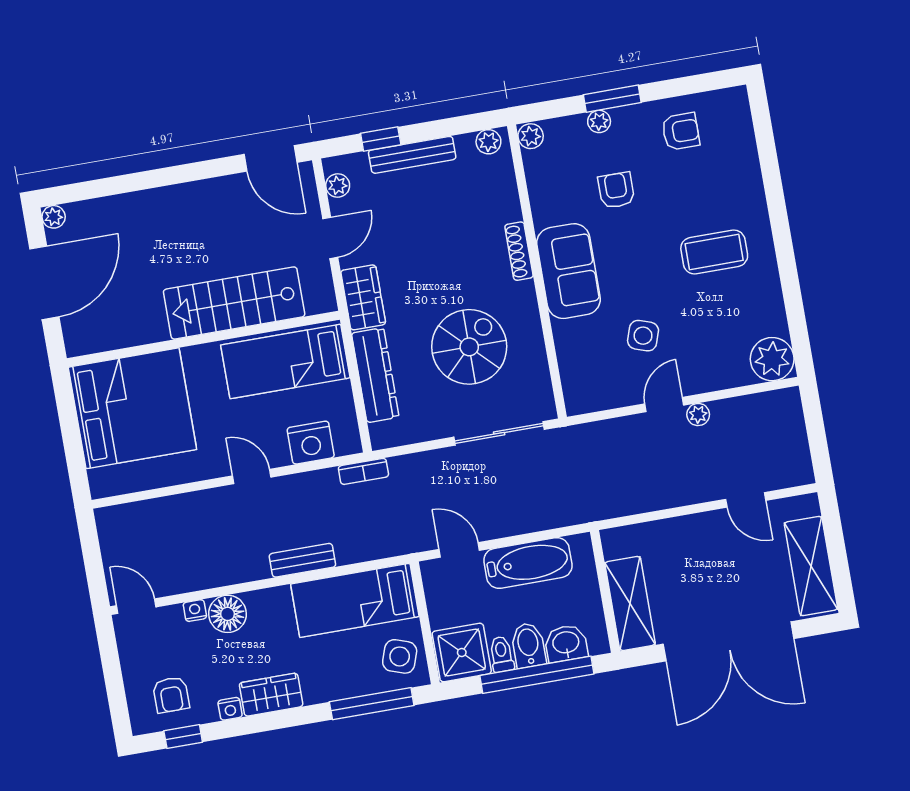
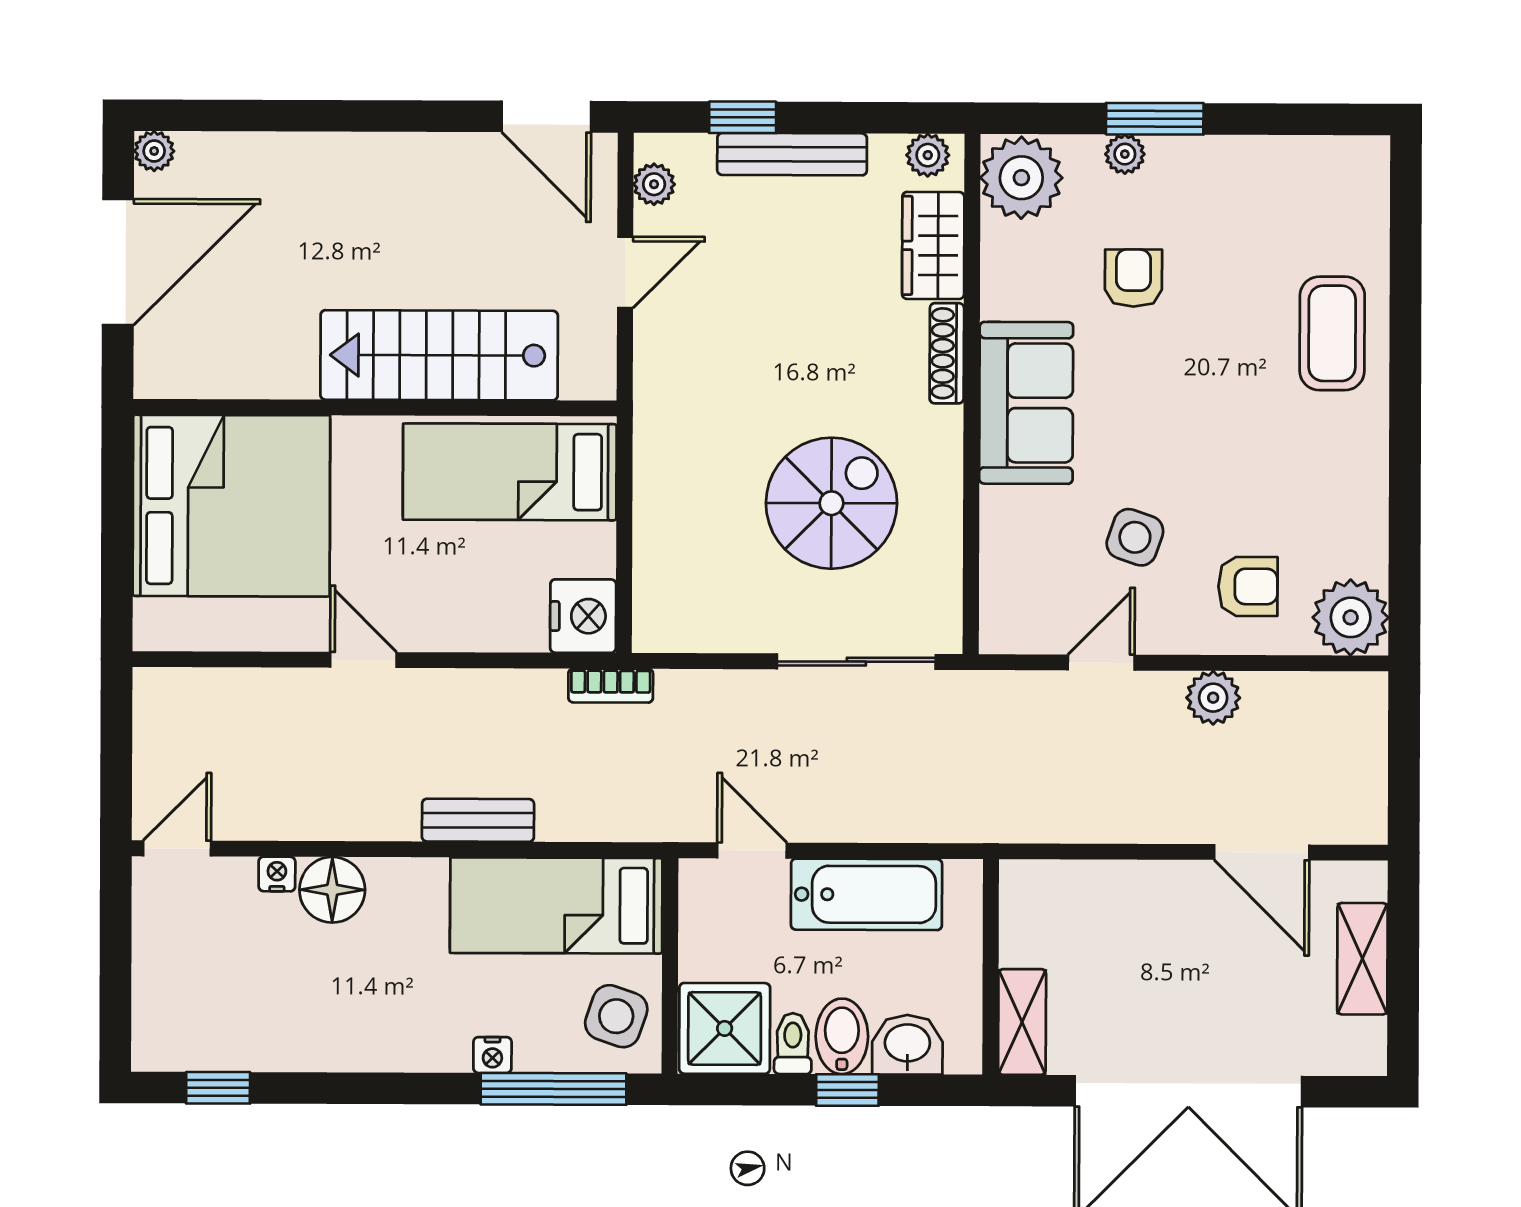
armchair: (681, 131) -> (1248, 586), moved
plant: (531, 136) -> (1021, 178), width x1.88, depth x1.88
coffee table: (714, 252) -> (1332, 333), moved, turned 90
wardrobe: (363, 297) -> (933, 245), moved, turned 180
dresser: (375, 375) -> (661, 523), removed
door: (664, 405) -> (1101, 663), moved
plant: (698, 414) -> (1213, 698), width x1.38, depth x1.38
nightstand: (311, 443) -> (583, 616), moved, turned -90
door: (252, 477) -> (363, 660), moved
door: (746, 500) -> (1262, 852), width x1.38
shelving: (811, 566) -> (1362, 959), width x0.67, depth x0.75
shelving: (630, 603) -> (1022, 1022), width x0.67, depth x0.75
door: (136, 606) -> (177, 848), hinge flipped
window: (537, 675) -> (847, 1090), width x0.32
armchair: (171, 695) -> (210, 1012), removed
wardrobe: (271, 695) -> (383, 1043), removed
nightstand: (230, 709) -> (492, 1055), moved

